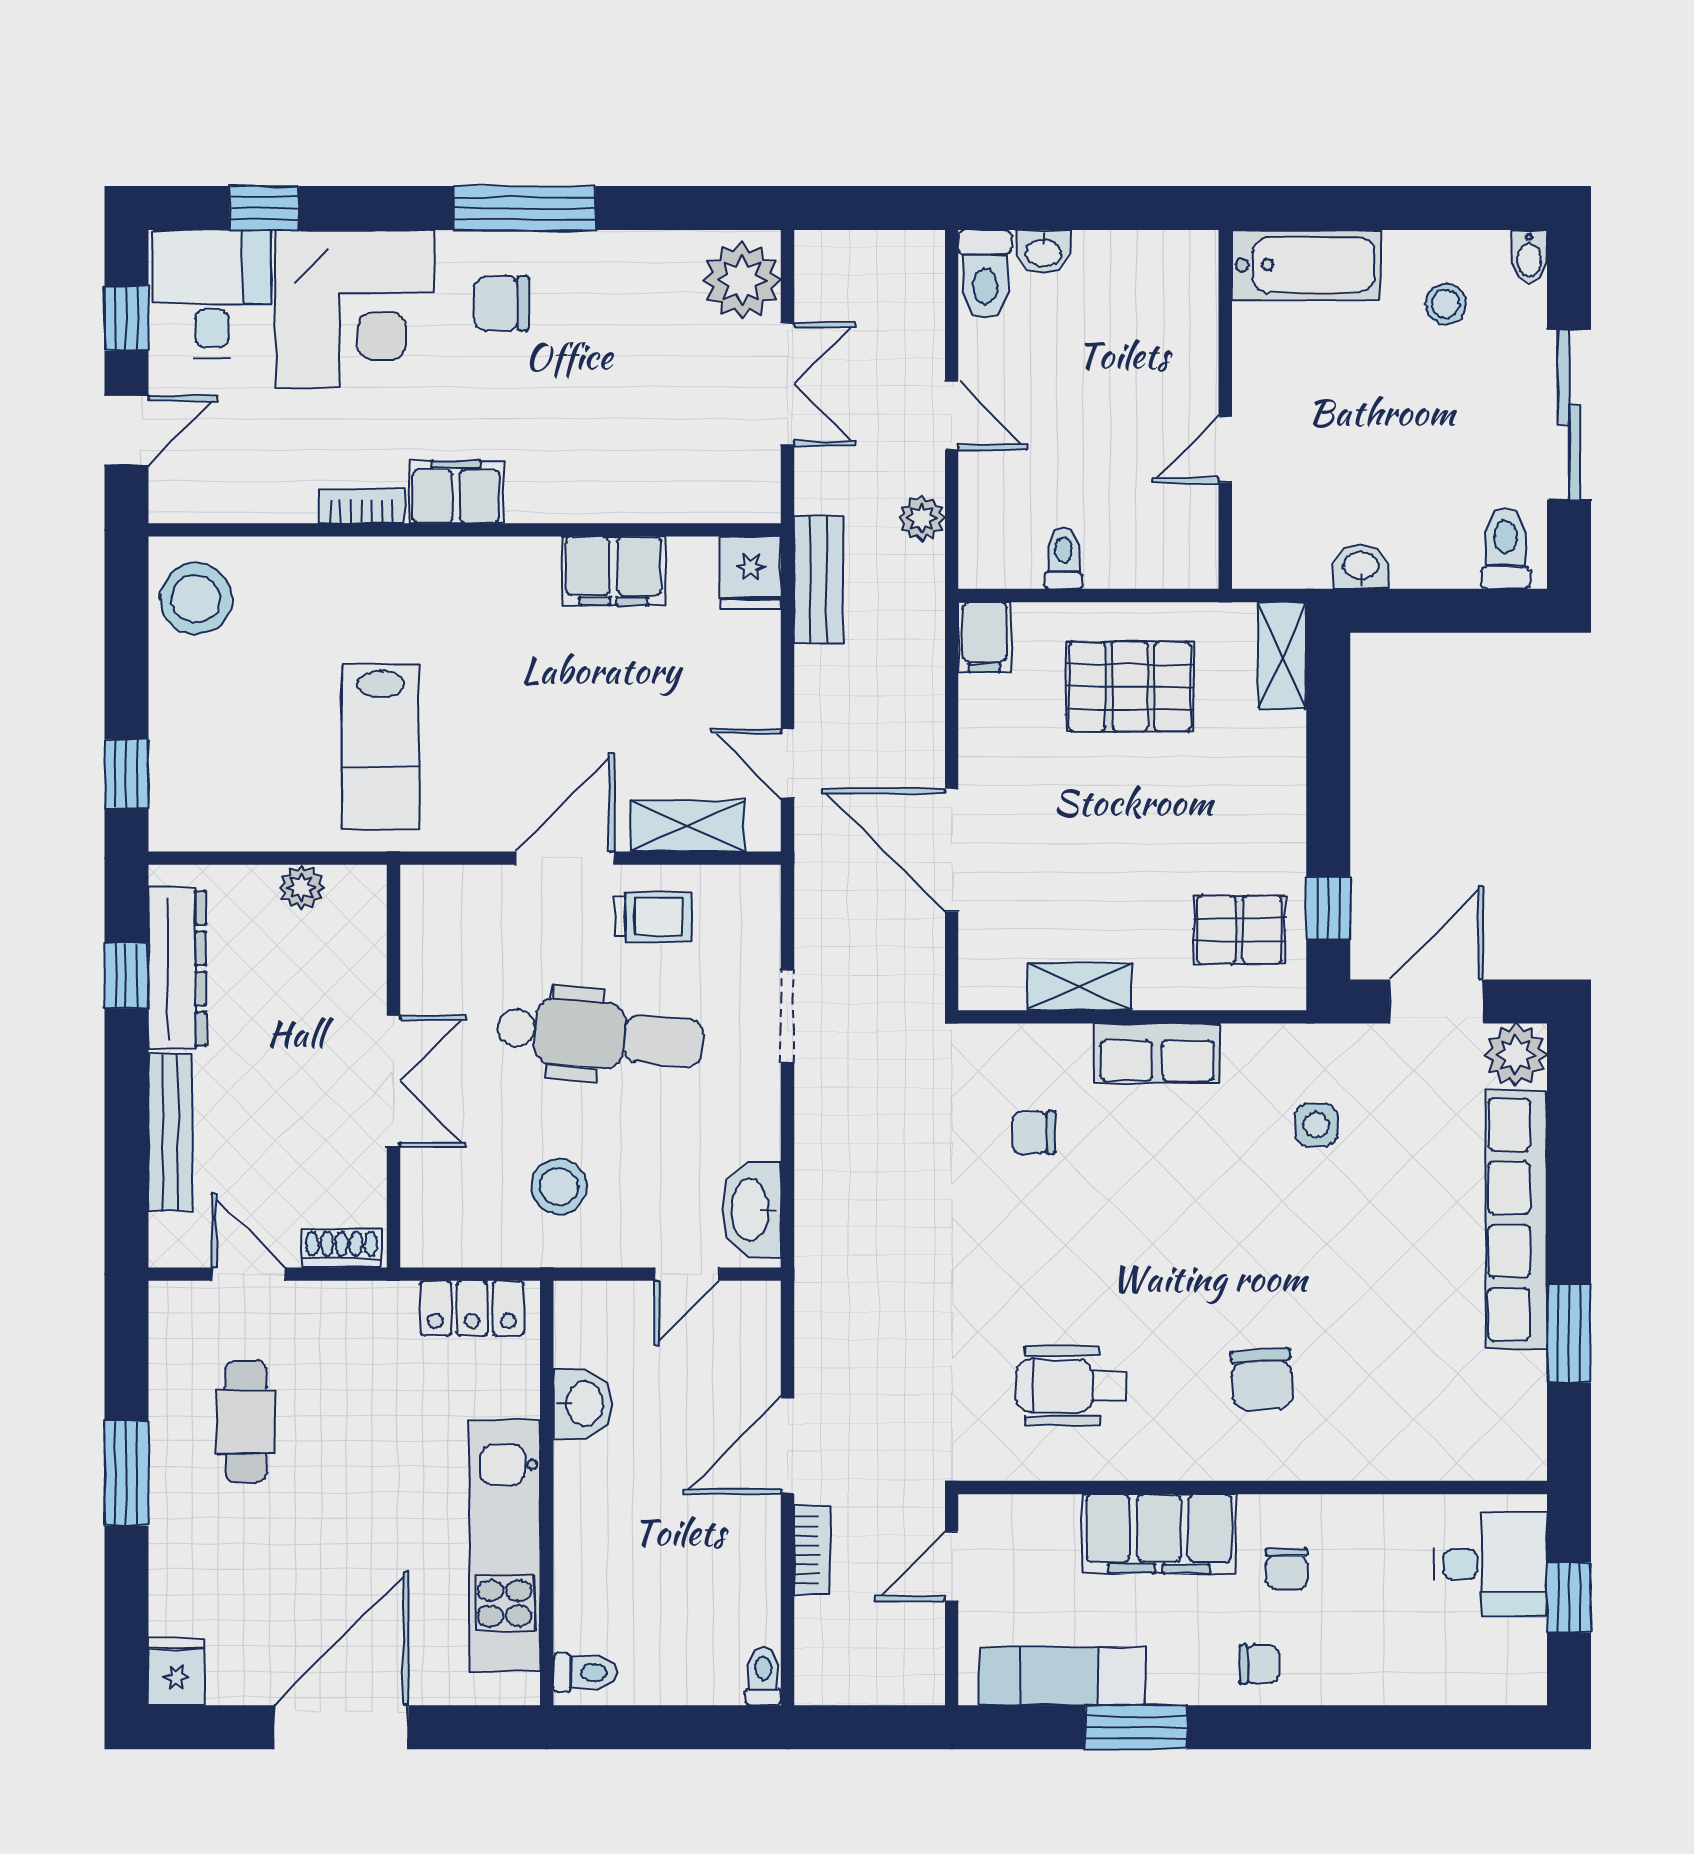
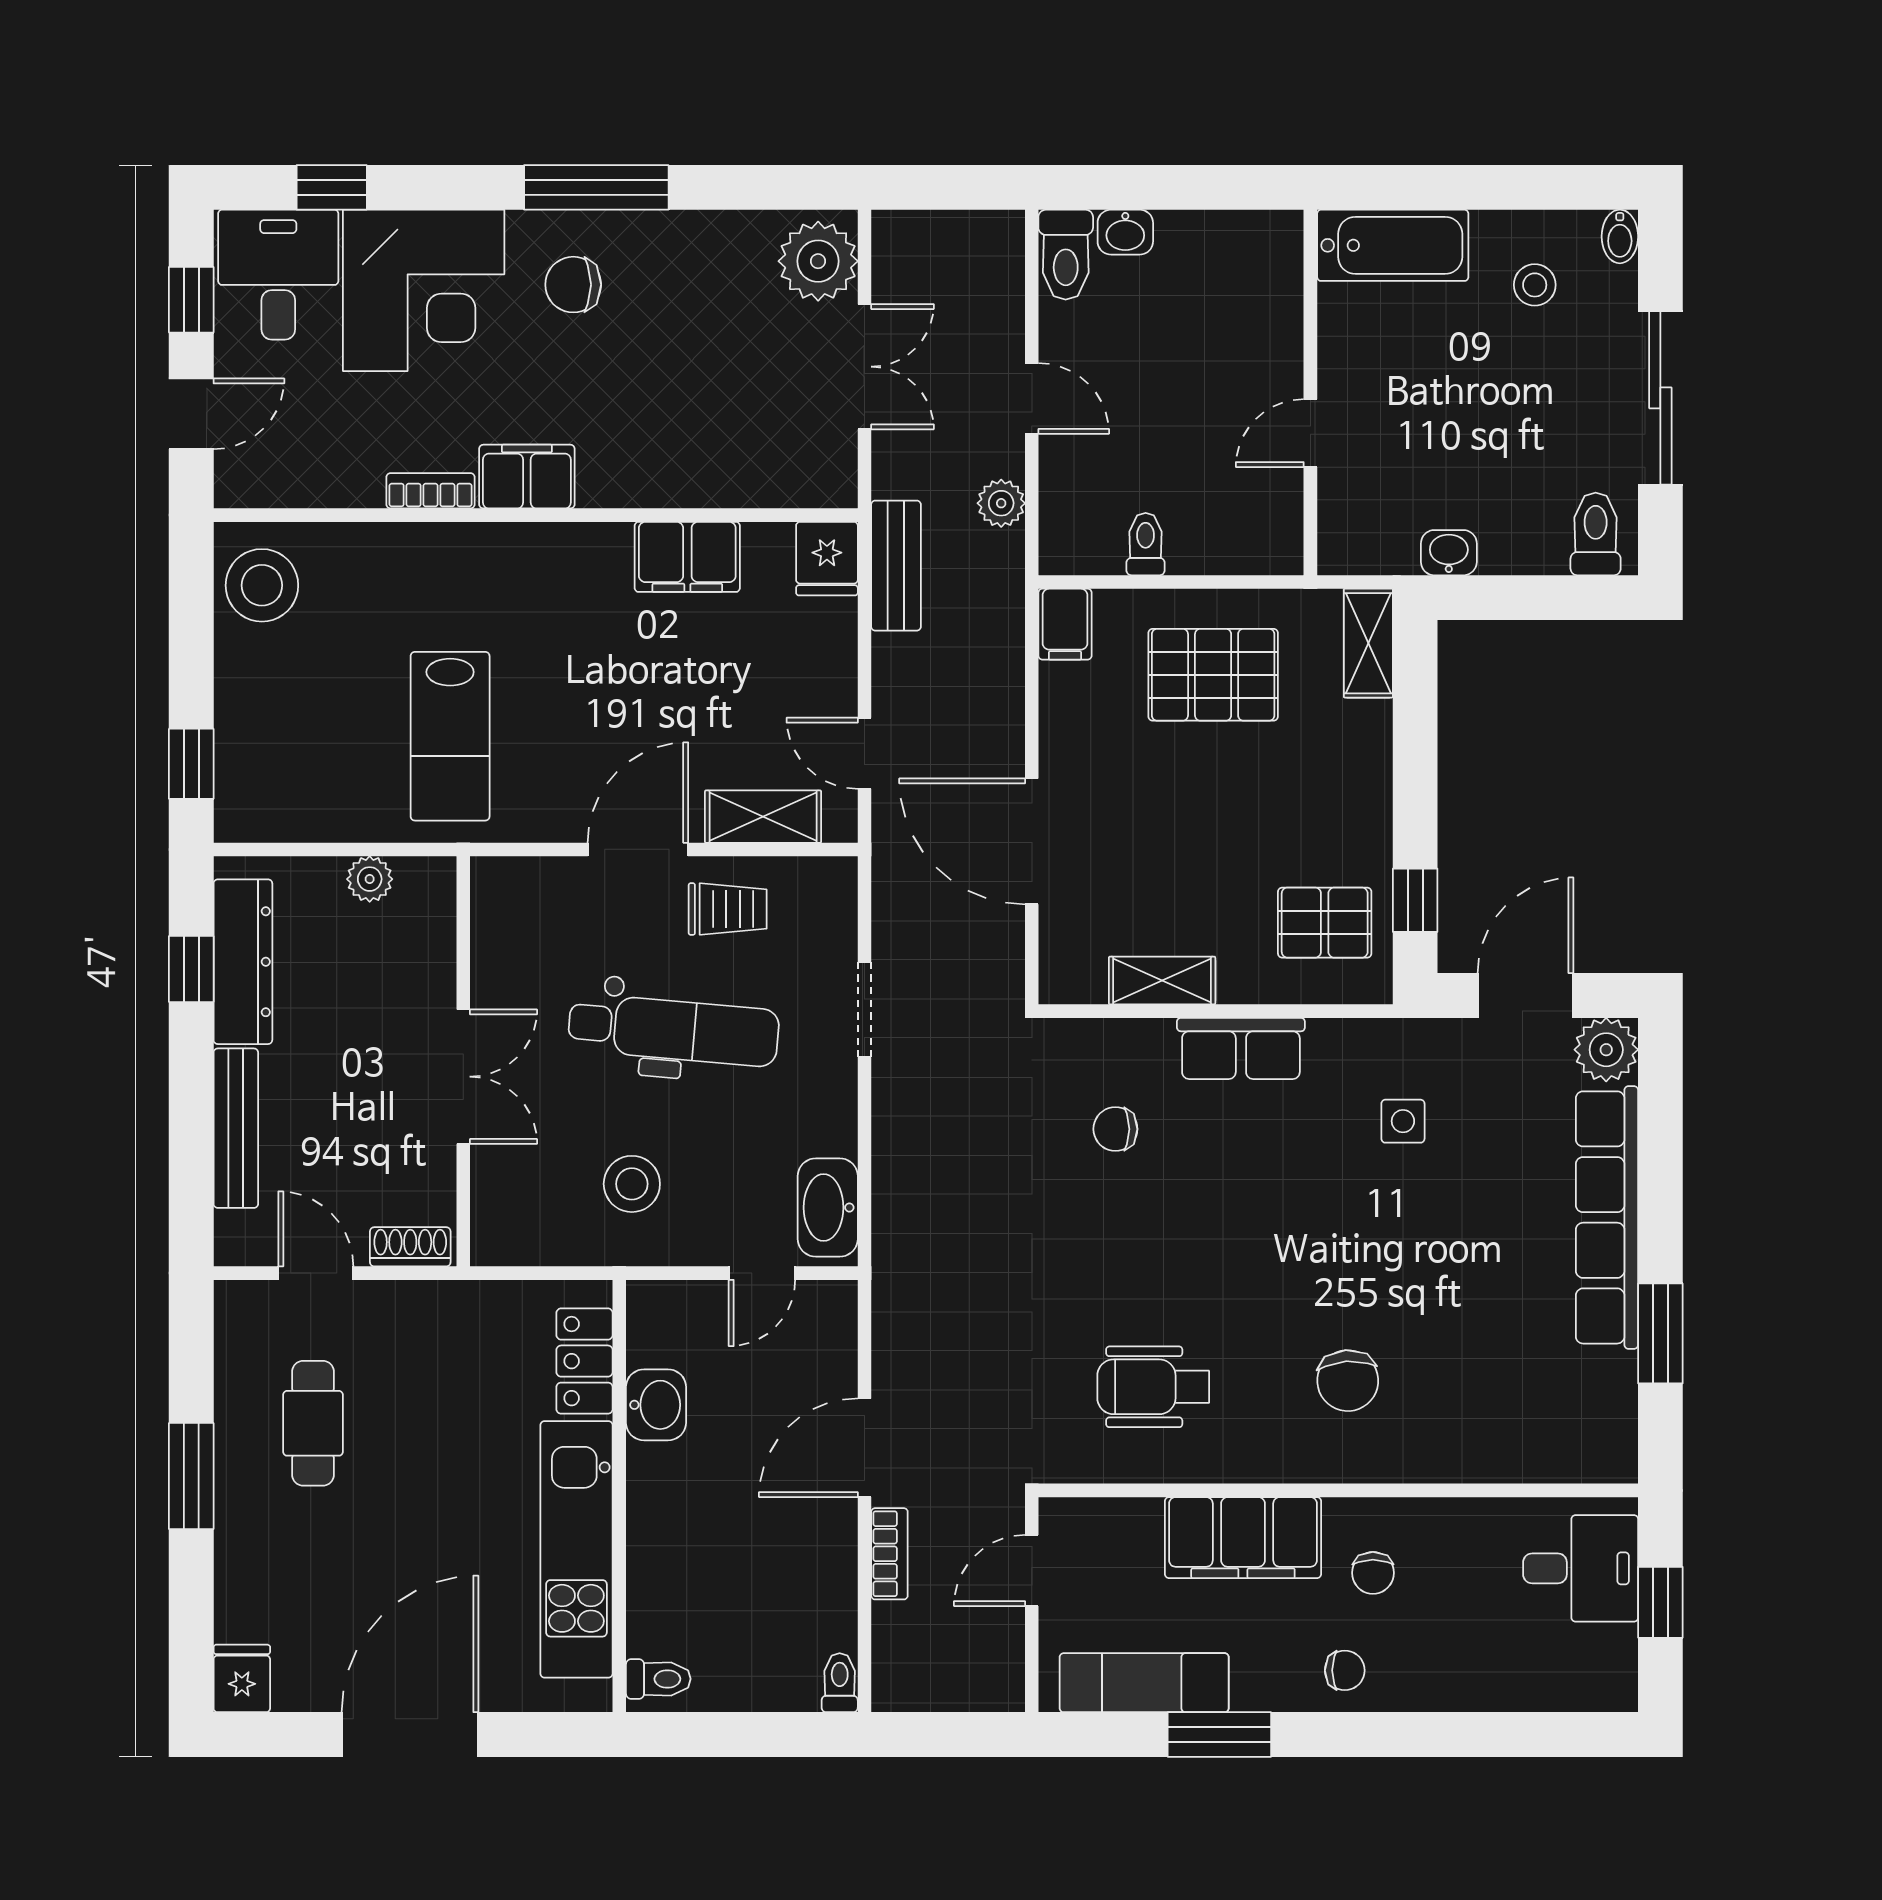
locker: (472, 1308) -> (584, 1361), moved, turned 90

